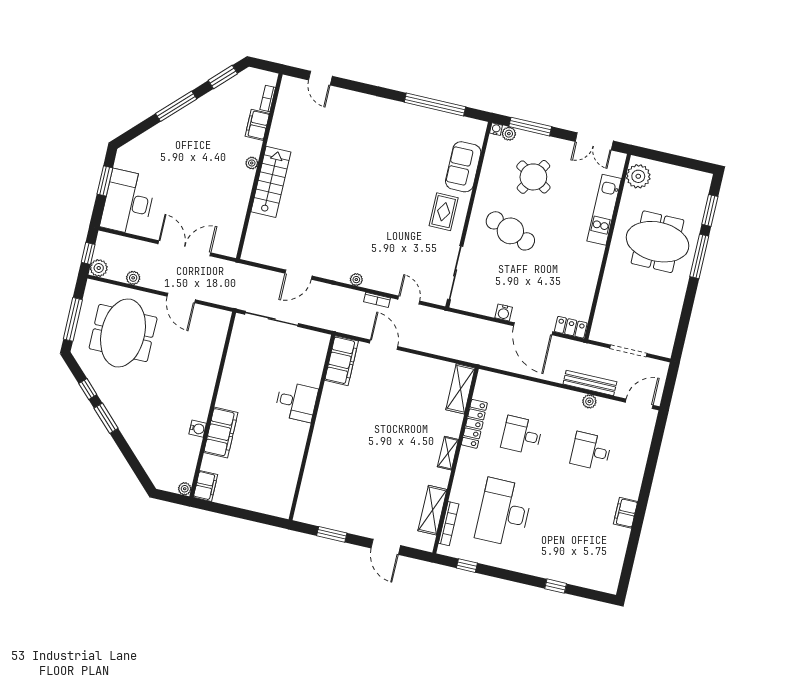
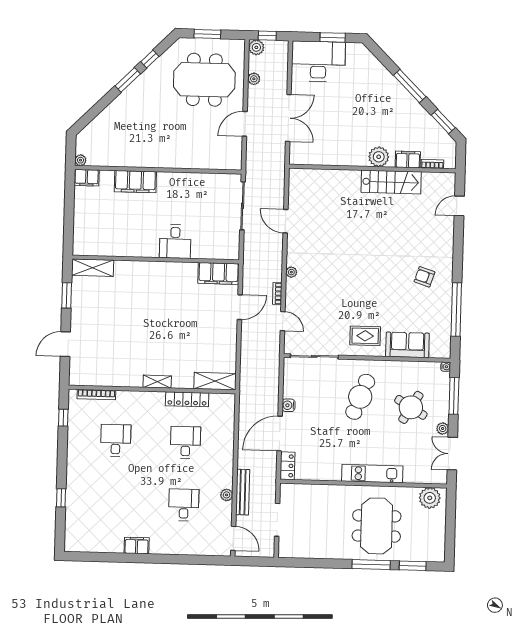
armchair: (391, 133) -> (424, 277), added
plant: (509, 134) -> (443, 428), moved
plant: (252, 163) -> (379, 157), width x1.88, depth x1.88
stairs: (271, 182) -> (391, 182), moved
kitchen unit: (604, 210) -> (372, 474), moved
door: (409, 300) -> (283, 321), hinge flipped
window: (73, 319) -> (207, 34), width x0.69
water cooler: (198, 429) -> (135, 161), removed
shelving: (432, 510) -> (93, 268), moved
desk: (504, 513) -> (116, 440), width x0.53, depth x0.77

